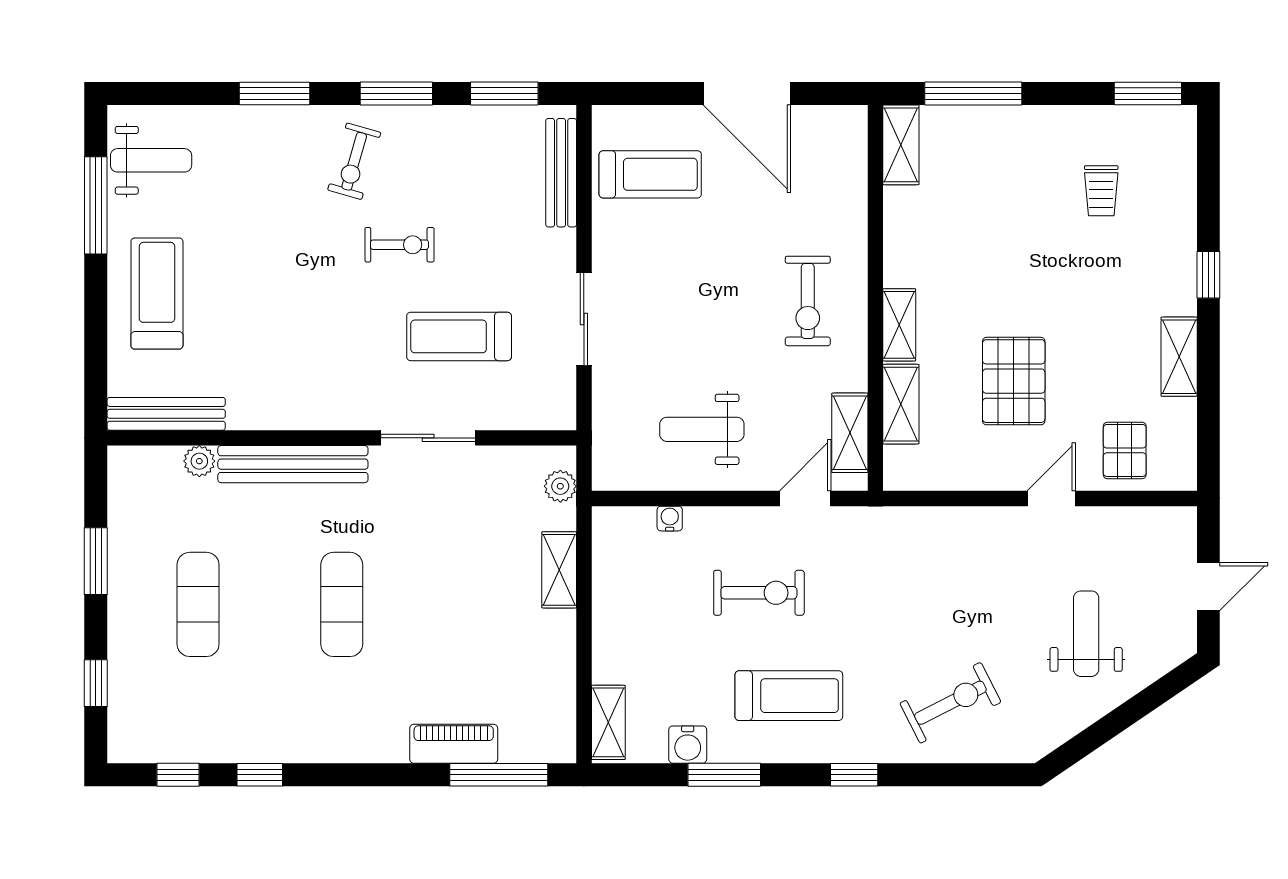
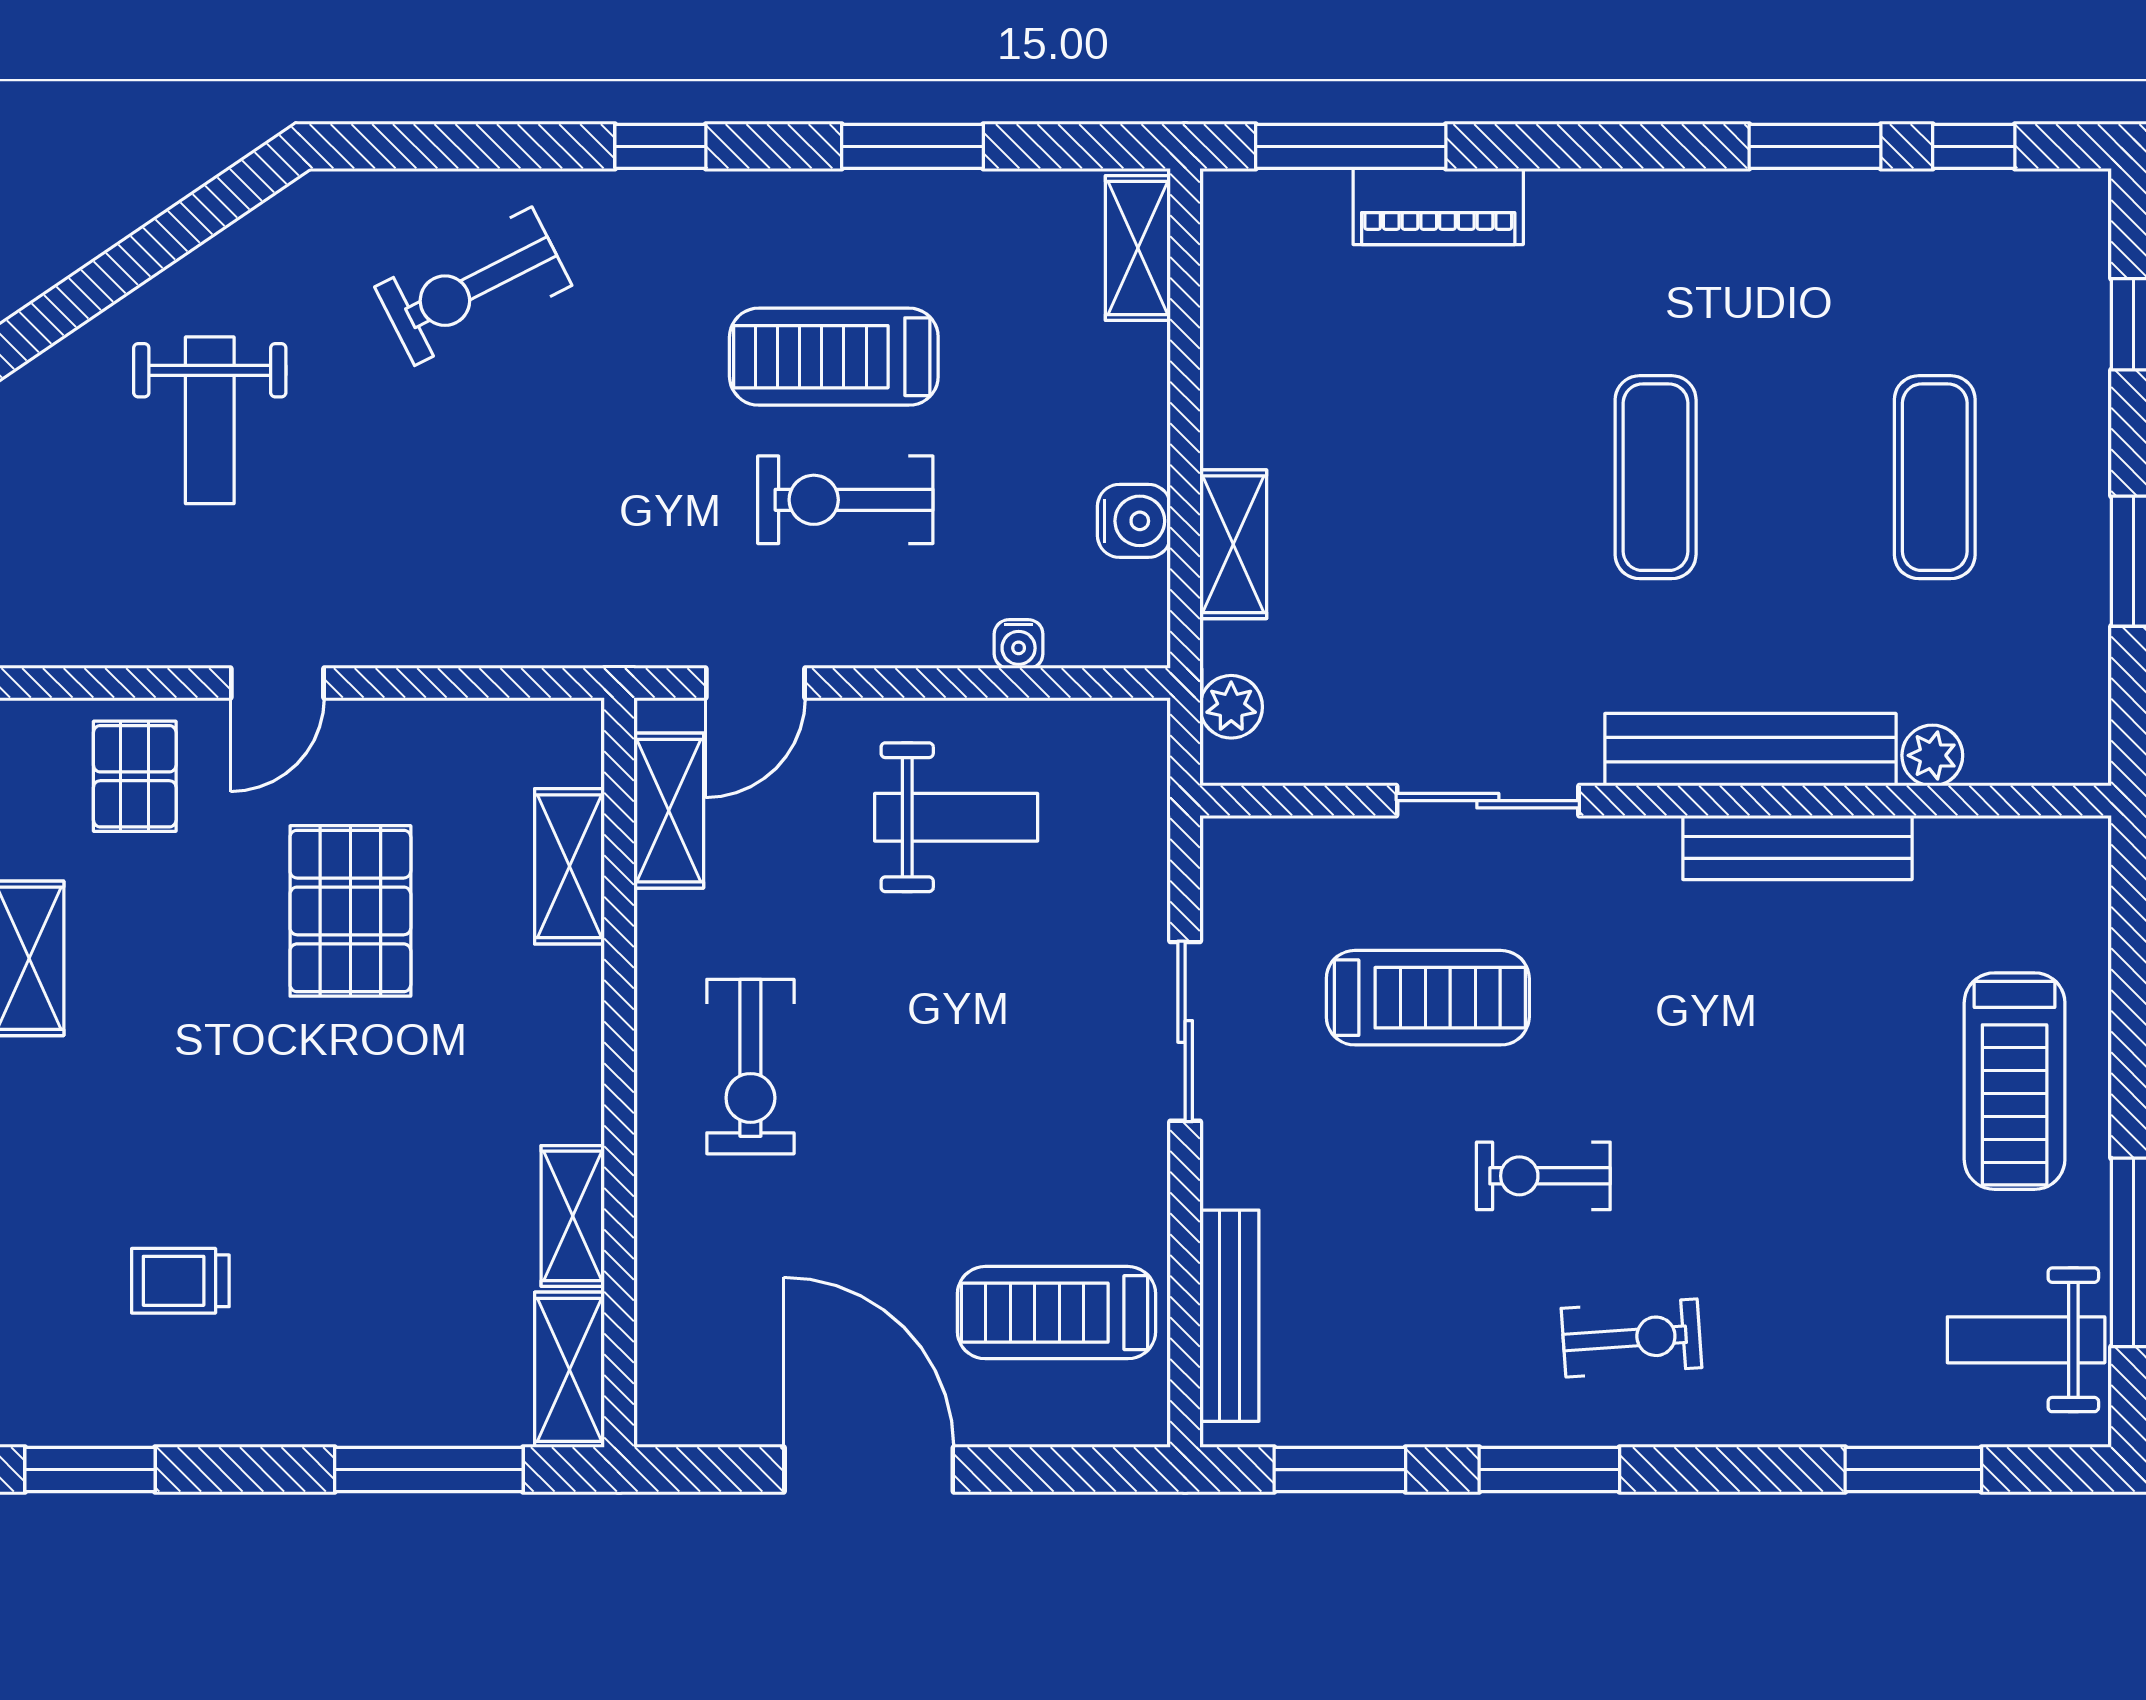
window: (275, 94) -> (1913, 1470), moved
exercise bike: (354, 161) -> (1631, 1338), turned 70
trolley: (1101, 191) -> (180, 1281), turned -90
exercise bike: (808, 301) -> (750, 1067), turned 180
shelving: (899, 325) -> (573, 1216), moved
bench: (166, 414) -> (1797, 847), moved
treadmill: (789, 696) -> (834, 357), moved
water cooler: (688, 745) -> (1134, 521), moved, turned 90
window: (260, 775) -> (1815, 146), width x1.50

